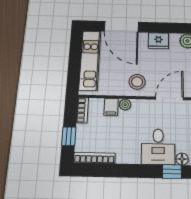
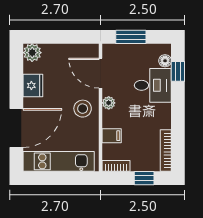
plant: (125, 105) -> (109, 103), moved

